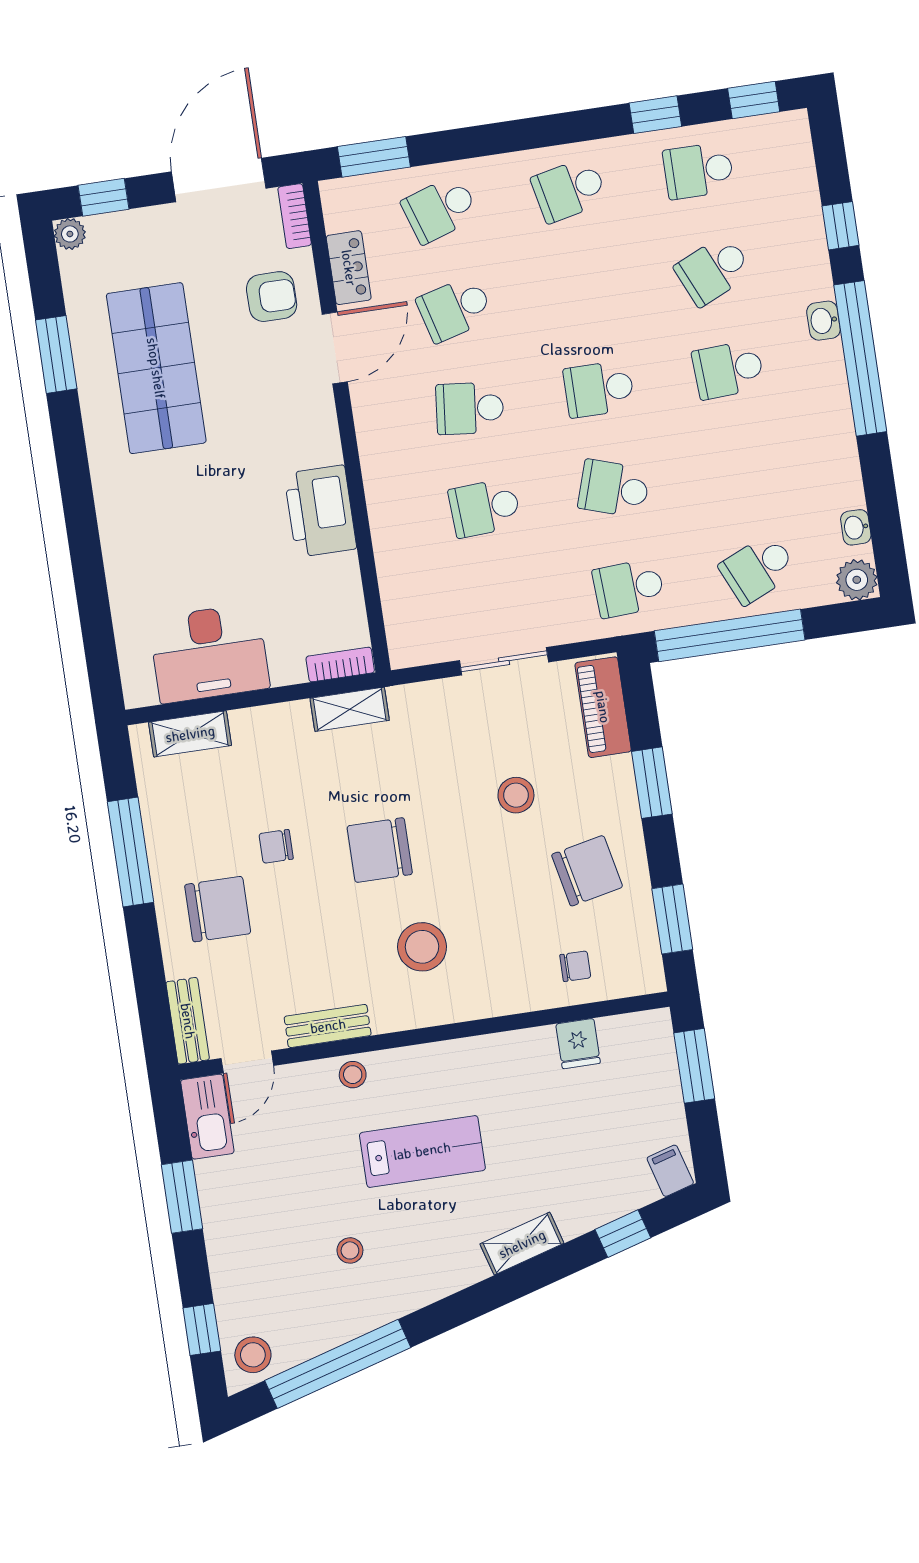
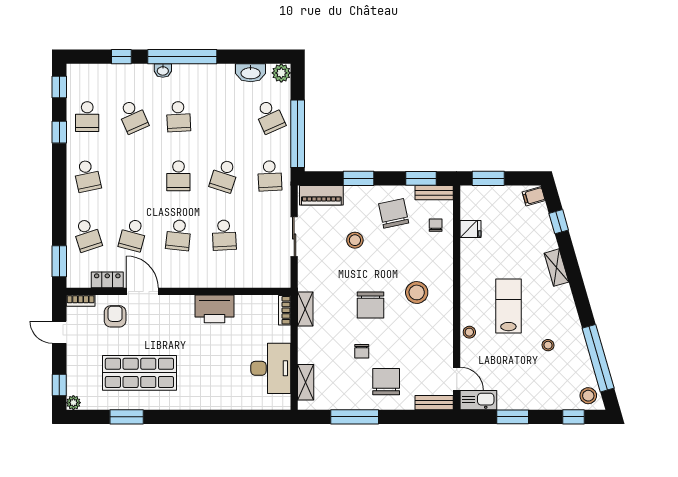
door: (219, 180) -> (59, 332), width x0.53
school desk: (455, 309) -> (133, 235), turned 30
washbasin: (856, 527) -> (251, 73), width x1.91, depth x1.45
bench: (328, 1026) -> (434, 193), moved, turned 90

